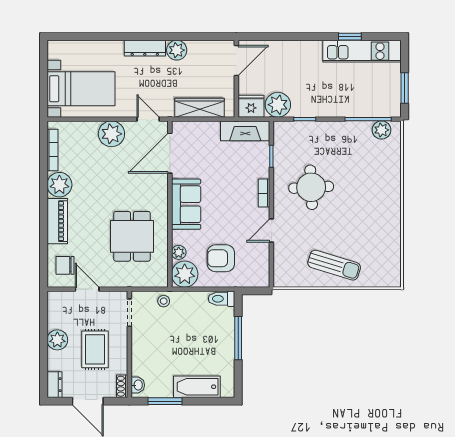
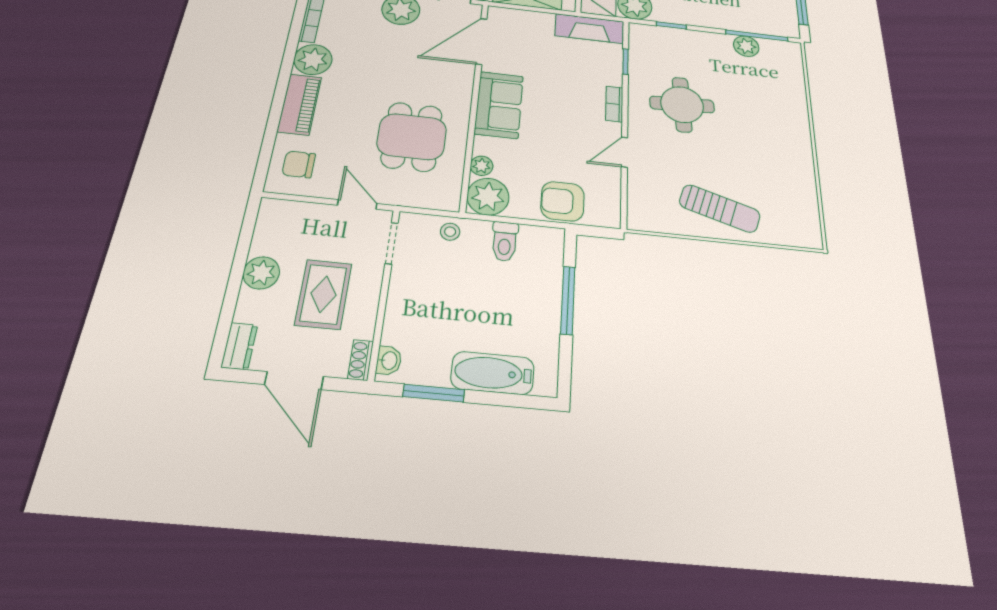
plant: (381, 130) -> (746, 46), moved
armchair: (221, 258) -> (563, 201), moved
door: (87, 289) -> (357, 204), moved
toilet: (222, 299) -> (505, 241), moved, turned -90

